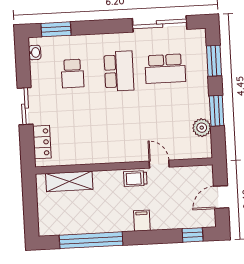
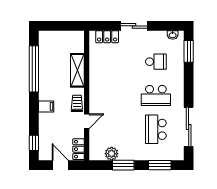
school desk: (73, 73) -> (156, 62), turned 180
locker: (198, 173) -> (79, 149), added
shelving: (69, 181) -> (77, 70), moved

